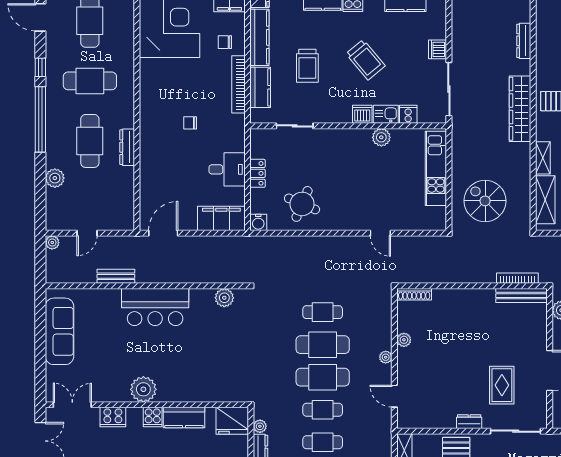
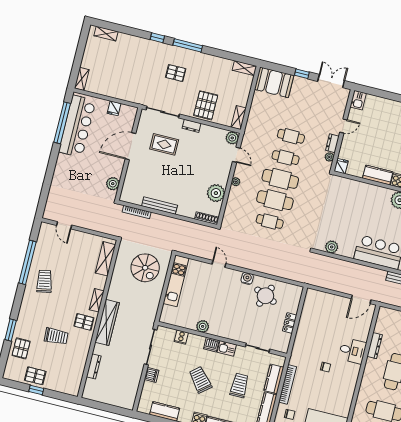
kitchen sink: (386, 114) -> (227, 348), moved
dresser: (127, 147) -> (375, 346), moved
shelving: (543, 158) -> (97, 300), moved
kitchen unit: (436, 168) -> (176, 281), moved
desk: (227, 169) -> (352, 351), moved, turned 180
filing cabinet: (221, 218) -> (321, 299), removed
water cooler: (258, 222) -> (247, 278), moved
bench: (521, 296) -> (160, 206), moved
plant: (404, 340) -> (216, 193), width x1.87, depth x1.87
rug: (502, 385) -> (164, 144), turned 90
plant: (406, 419) -> (232, 138), added
fridge: (232, 421) -> (341, 166), width x0.53, depth x0.75

